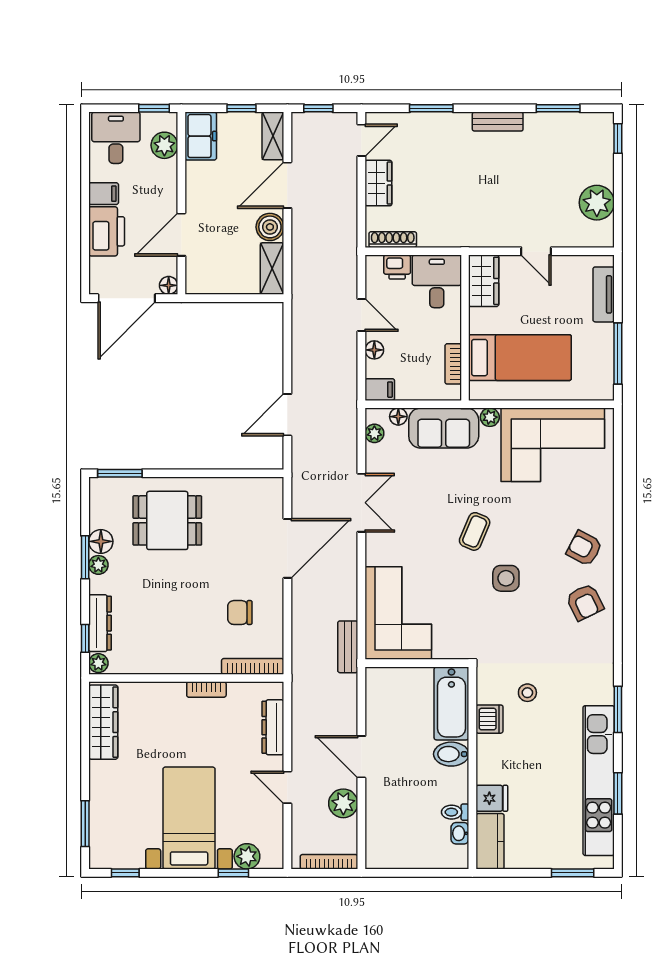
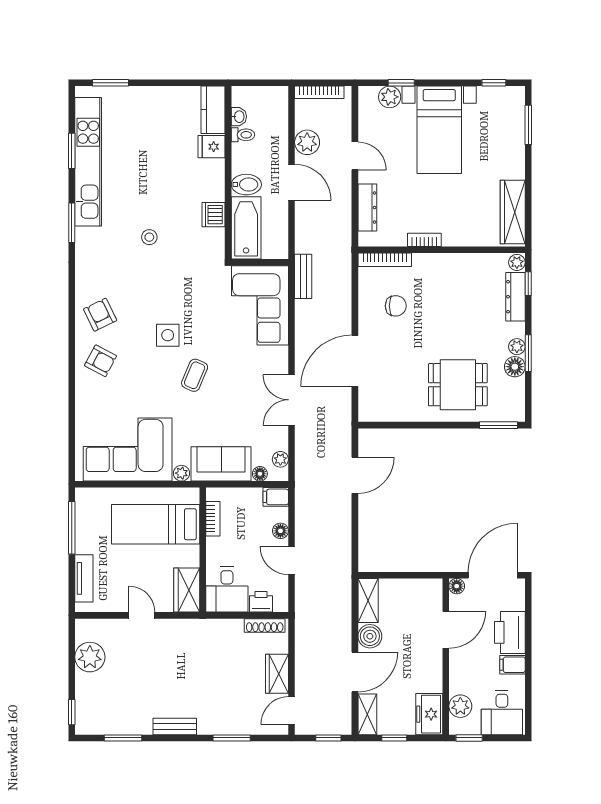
bathtub: (451, 703) -> (246, 228), moved
dishwasher: (489, 719) -> (214, 215), moved
bidet: (451, 754) -> (246, 185), moved
wall: (472, 768) -> (228, 173), moved
fridge: (492, 798) -> (211, 147), moved
toilet: (455, 812) -> (243, 135), moved
washbasin: (460, 833) -> (239, 117), moved
kitchen counter: (490, 841) -> (213, 110), moved

